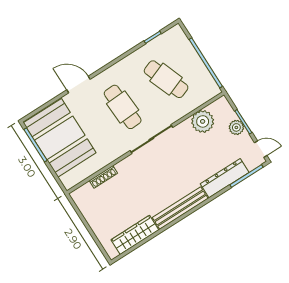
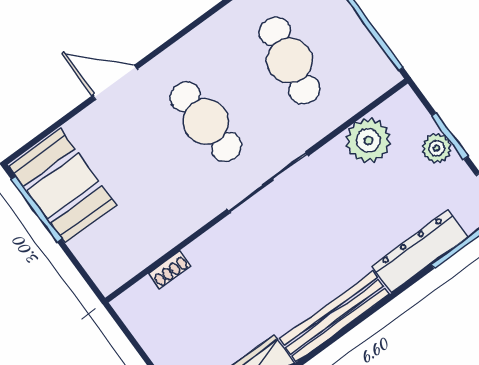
cafe table: (166, 79) -> (290, 61), turned 30
booth: (60, 138) -> (63, 186), width x0.73, depth x0.70
shoe rack: (103, 177) -> (170, 270), width x0.70

